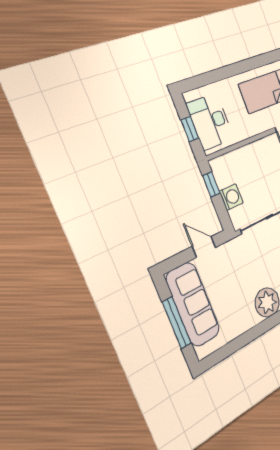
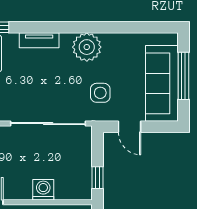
washing machine: (231, 197) -> (43, 190), moved, turned 90
side table: (241, 266) -> (100, 93), added

